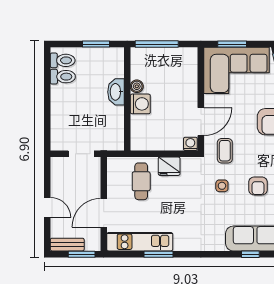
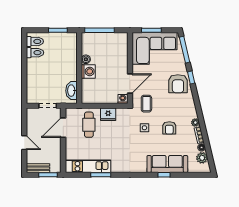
washbasin: (116, 92) -> (72, 91), moved
door: (104, 213) -> (63, 128), moved

